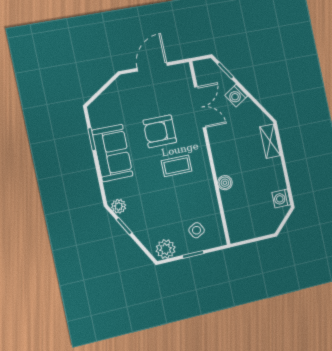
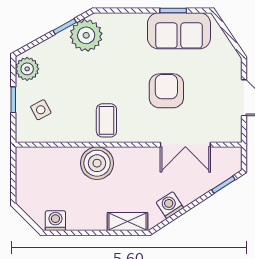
washing machine: (236, 96) -> (170, 205), moved
sofa: (112, 153) -> (179, 31), moved
coffee table: (177, 166) -> (106, 120), moved
boiler: (225, 183) -> (97, 163), width x1.86, depth x1.86
plant: (119, 206) -> (86, 35), width x1.88, depth x1.88

